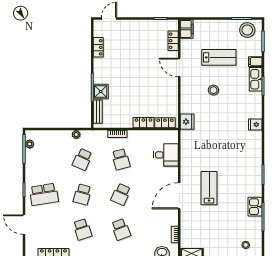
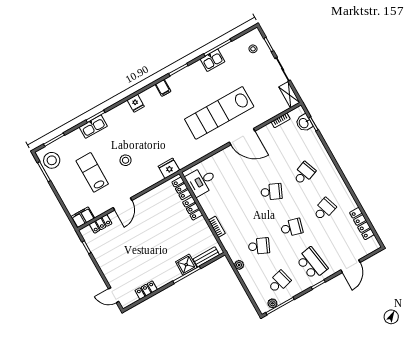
filing cabinet: (255, 62) -> (163, 88), moved
desk: (166, 155) -> (201, 181), moved, turned -90
school desk: (121, 159) -> (279, 282), moved
lab bench: (209, 188) -> (219, 113), width x1.86, depth x1.39

